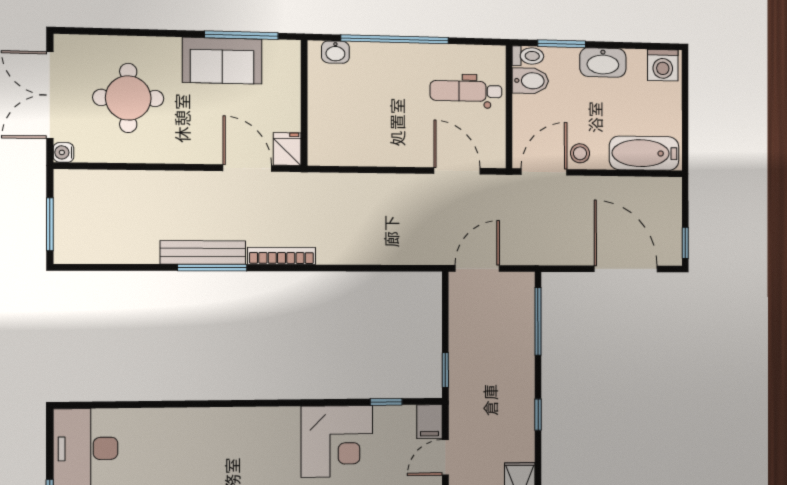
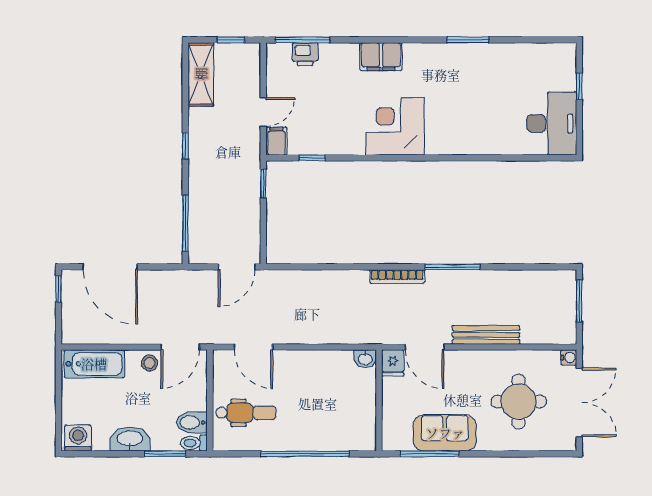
washbasin: (335, 52) -> (365, 359), moved, turned 180
bench: (203, 252) -> (486, 335), moved
corner desk: (337, 441) -> (395, 126), moved

